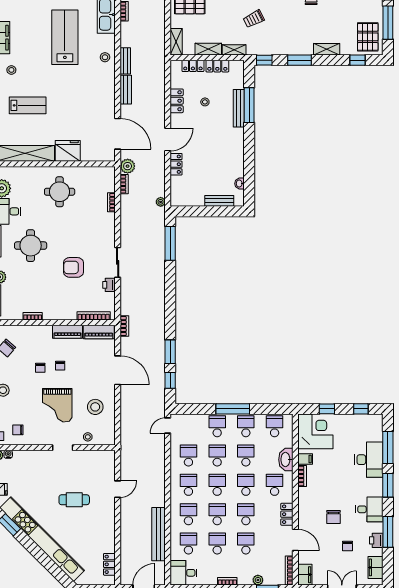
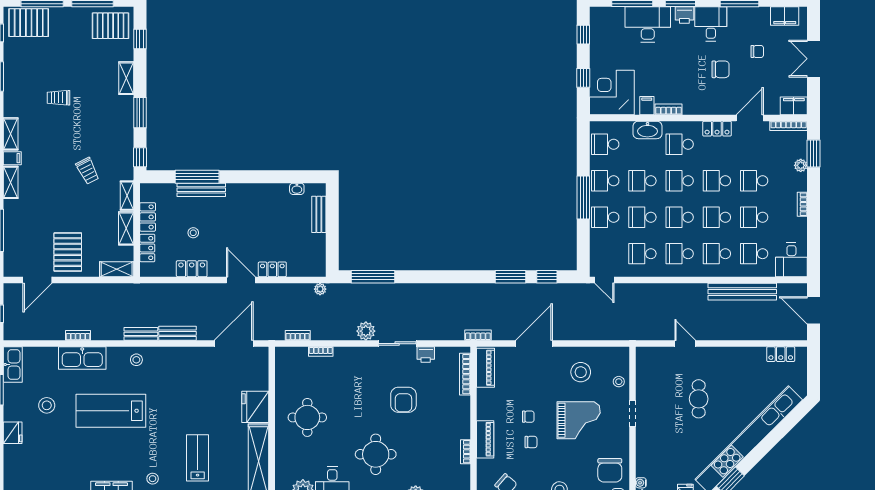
plant: (128, 166) -> (366, 331), moved
piano: (68, 332) -> (485, 439), moved
chair: (18, 430) -> (610, 470), width x1.87, depth x1.87
printer: (376, 540) -> (684, 15), moved

